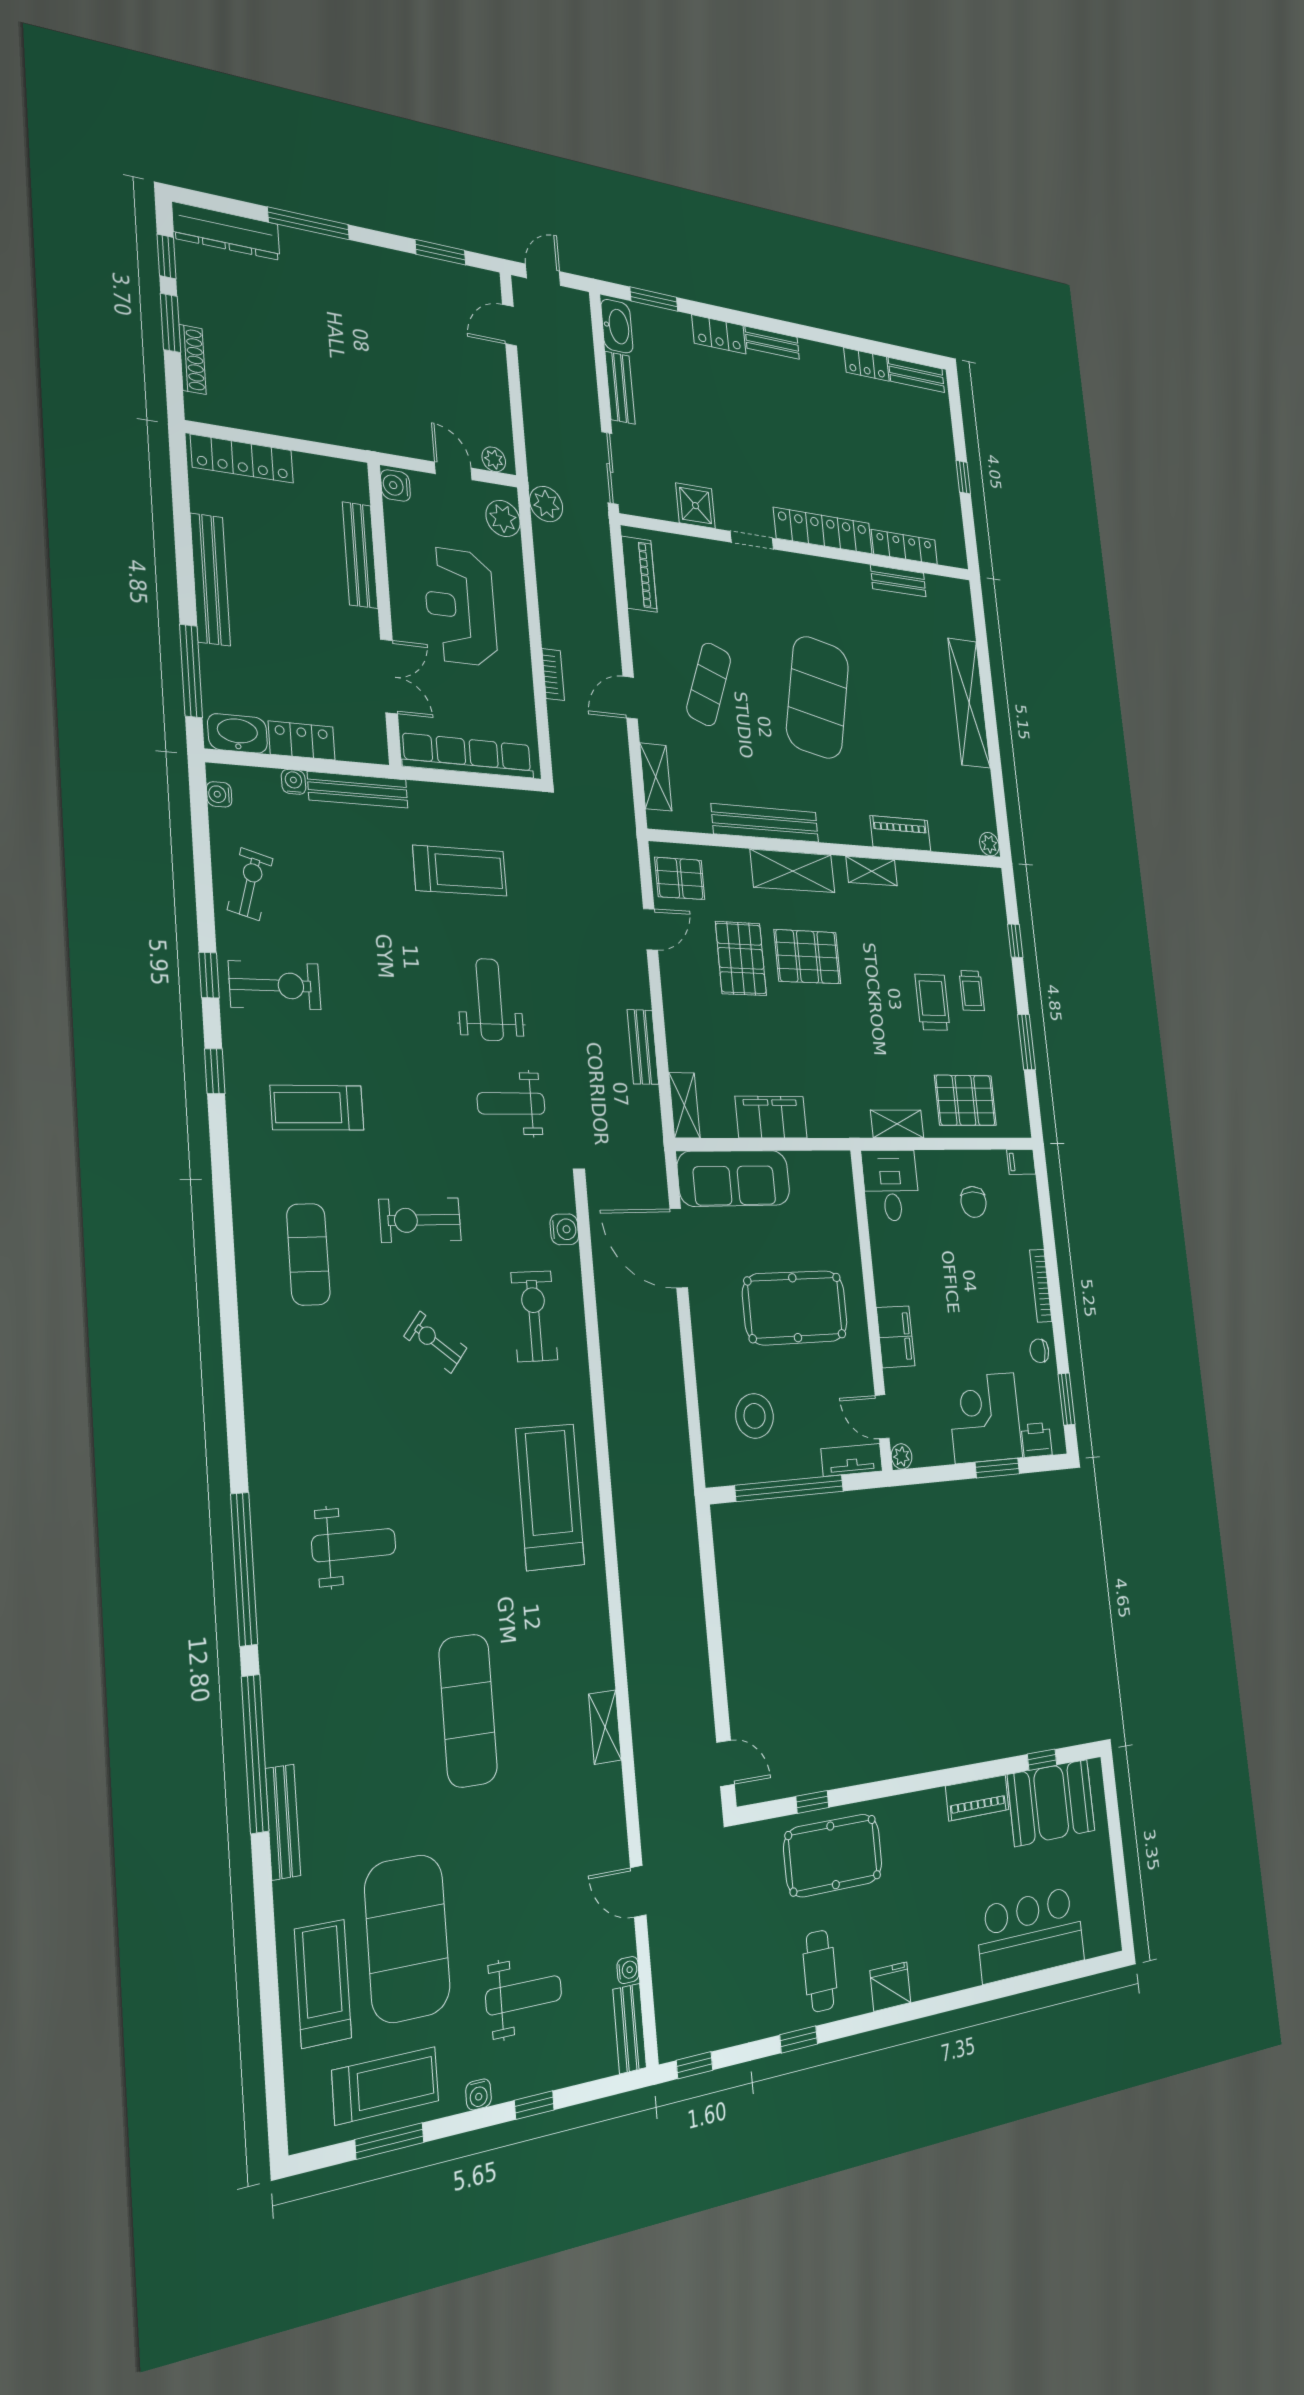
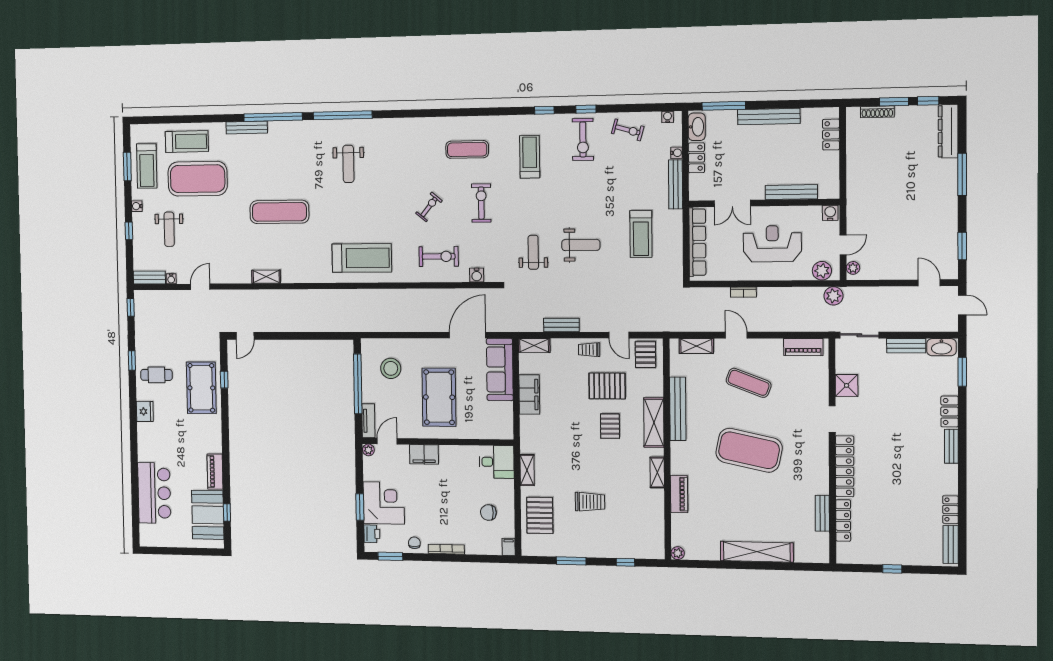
locker: (242, 459) -> (831, 135), width x0.66
pallet: (808, 957) -> (610, 426), width x0.67, depth x0.71
trolley: (972, 991) -> (589, 350), moved

